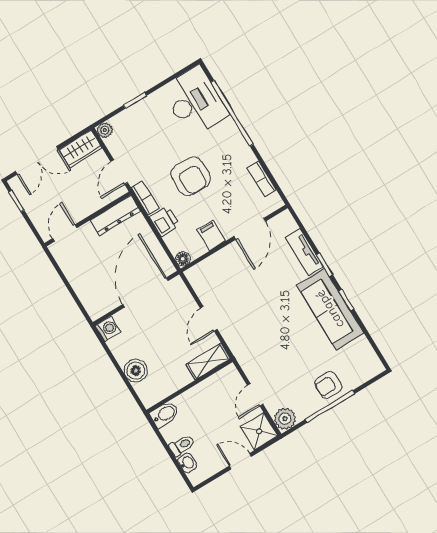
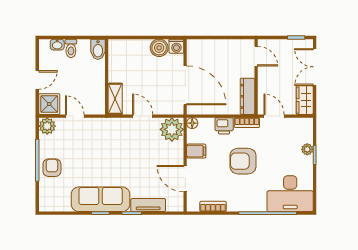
plant: (105, 130) -> (307, 149), moved
plant: (204, 277) -> (172, 129), added
boiler: (136, 371) -> (159, 48), moved

